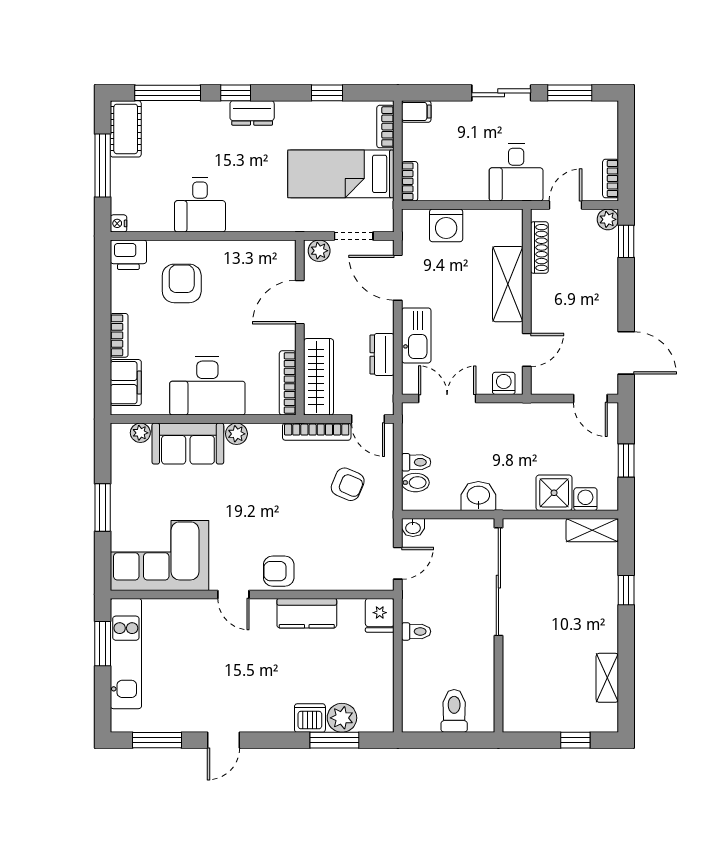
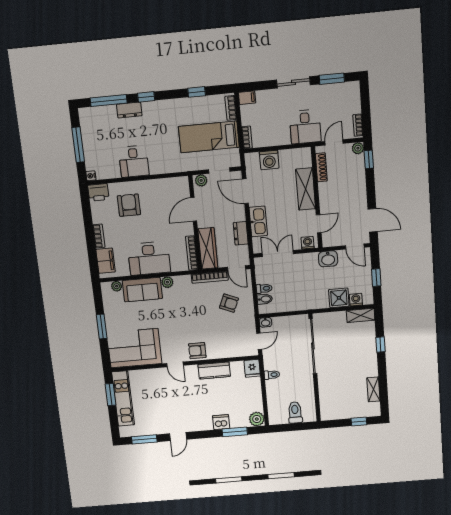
dresser: (252, 113) -> (129, 110), moved
cot: (126, 129) -> (88, 123), removed
washbasin: (478, 496) -> (328, 259), moved, turned 180
plant: (342, 718) -> (257, 419), moved

